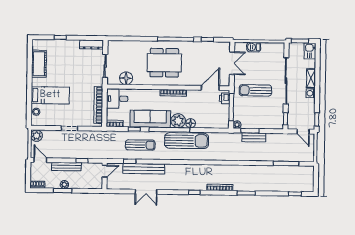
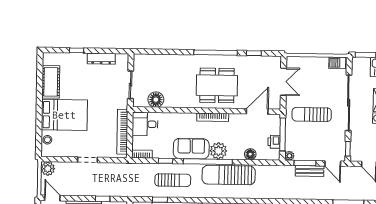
dresser: (91, 44) -> (101, 59), moved
barbecue: (254, 47) -> (337, 63), moved
dining table: (164, 63) -> (217, 85), moved
bed: (50, 95) -> (64, 115), width x1.50
printer: (224, 98) -> (274, 142), moved
sofa: (150, 119) -> (191, 149), width x0.73
floor lamp: (191, 123) -> (250, 154), moved
door: (273, 131) -> (333, 164), added
sun lounger: (187, 141) -> (229, 175), turned 180

